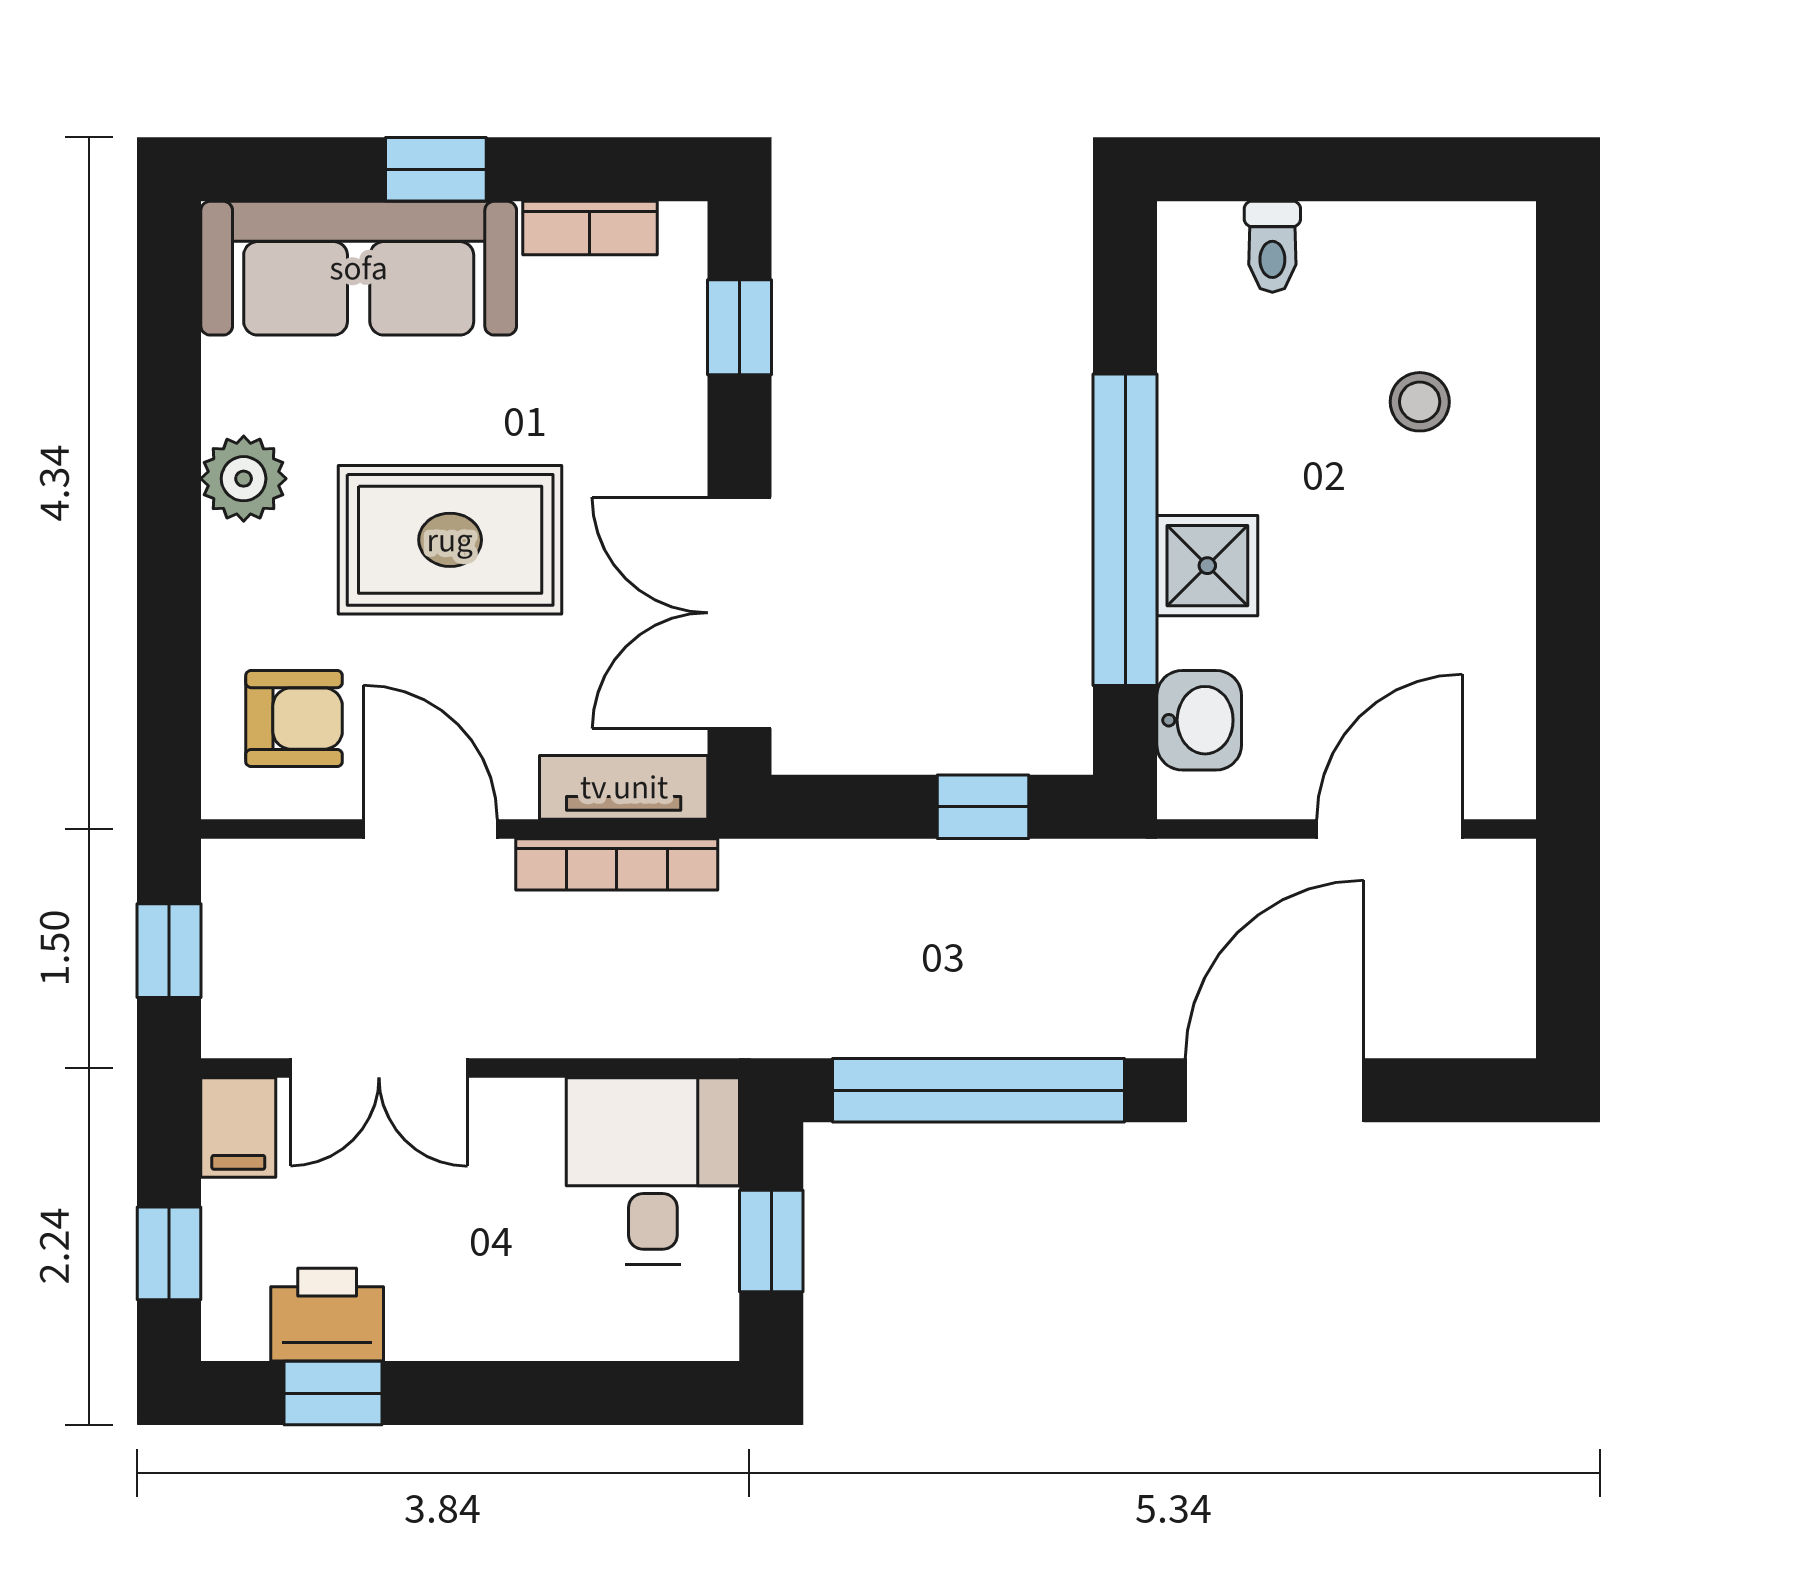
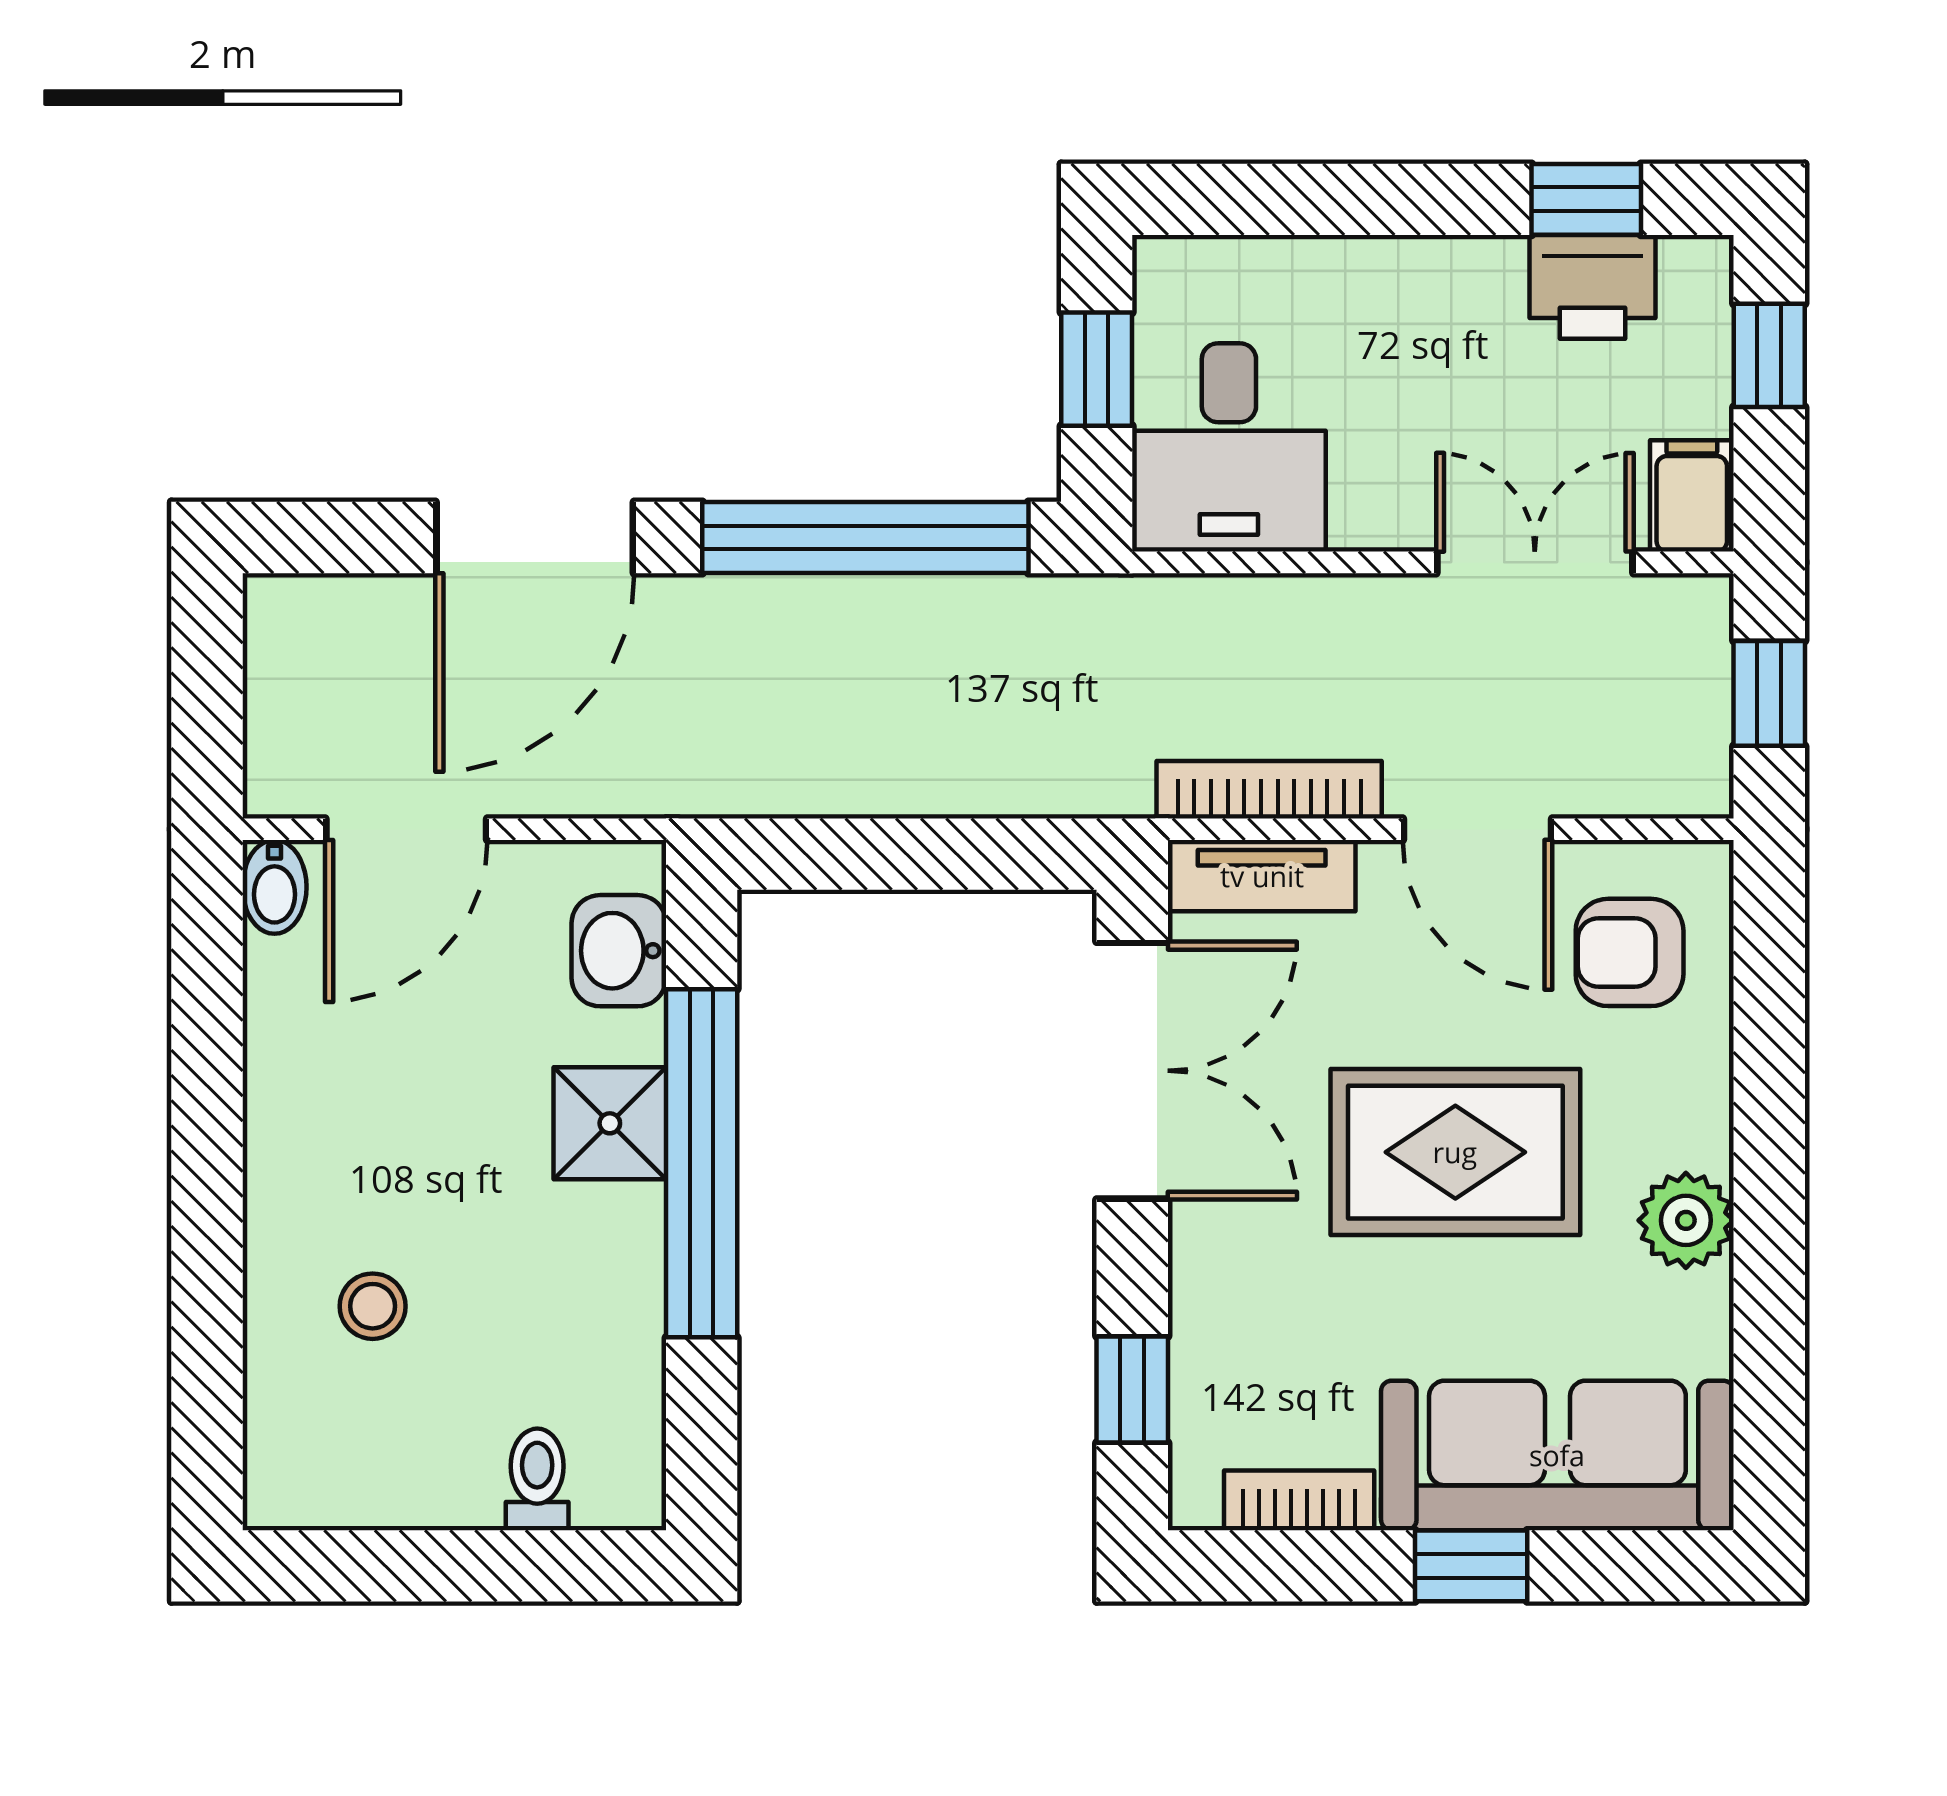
bidet: (1508, 777) -> (274, 887), added
window: (983, 807) -> (860, 854), removed

